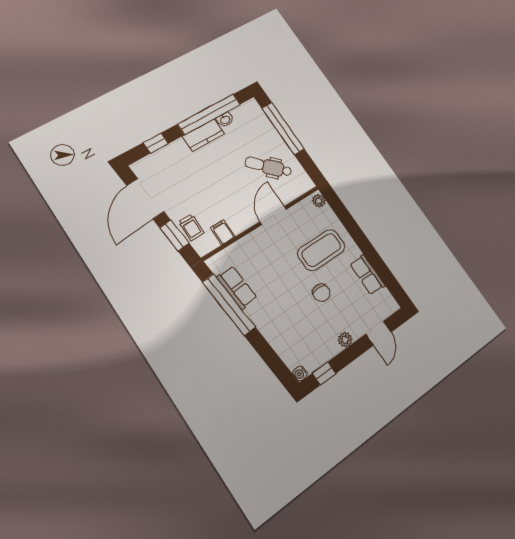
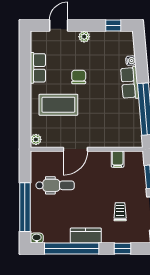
washbasin: (225, 120) -> (37, 238), moved
dental chair: (268, 167) -> (55, 185), turned -45
trolley: (191, 227) -> (120, 212), moved
row of seats: (237, 287) -> (130, 83), moved
water cooler: (300, 373) -> (131, 61), moved

